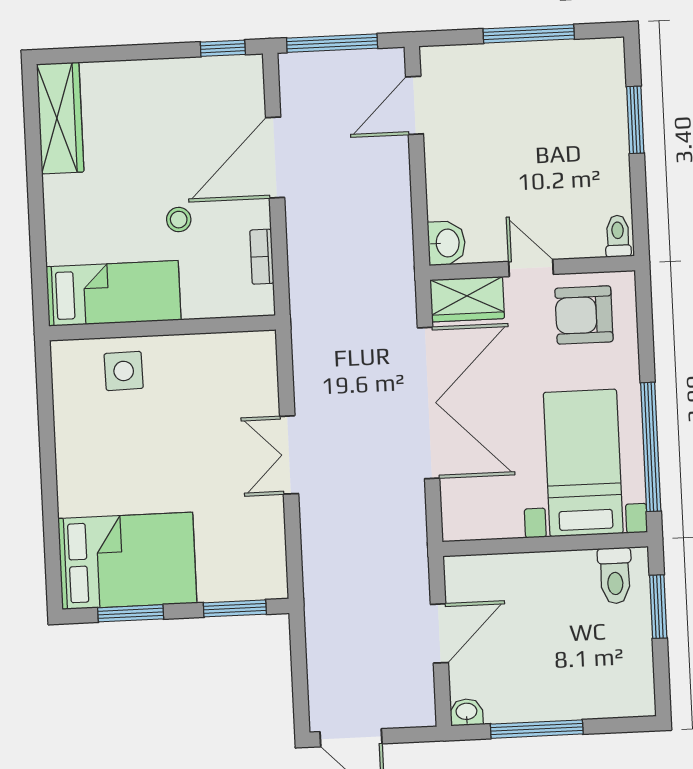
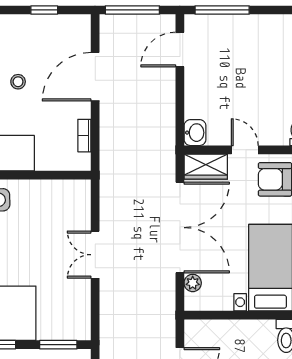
window: (529, 34) -> (222, 10), moved
window: (223, 48) -> (44, 10), moved
stool: (179, 220) -> (18, 82), moved
plant: (455, 495) -> (193, 283), added

